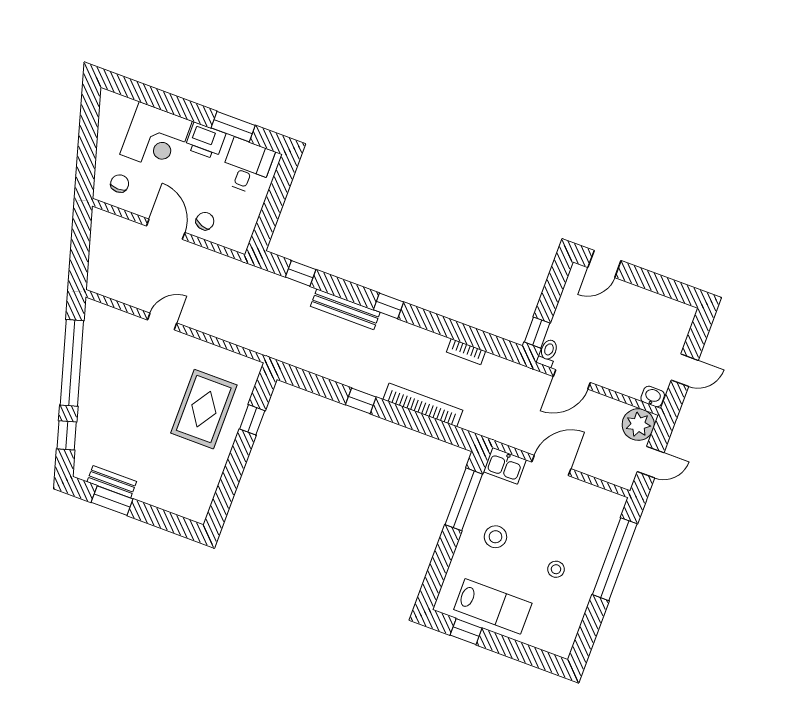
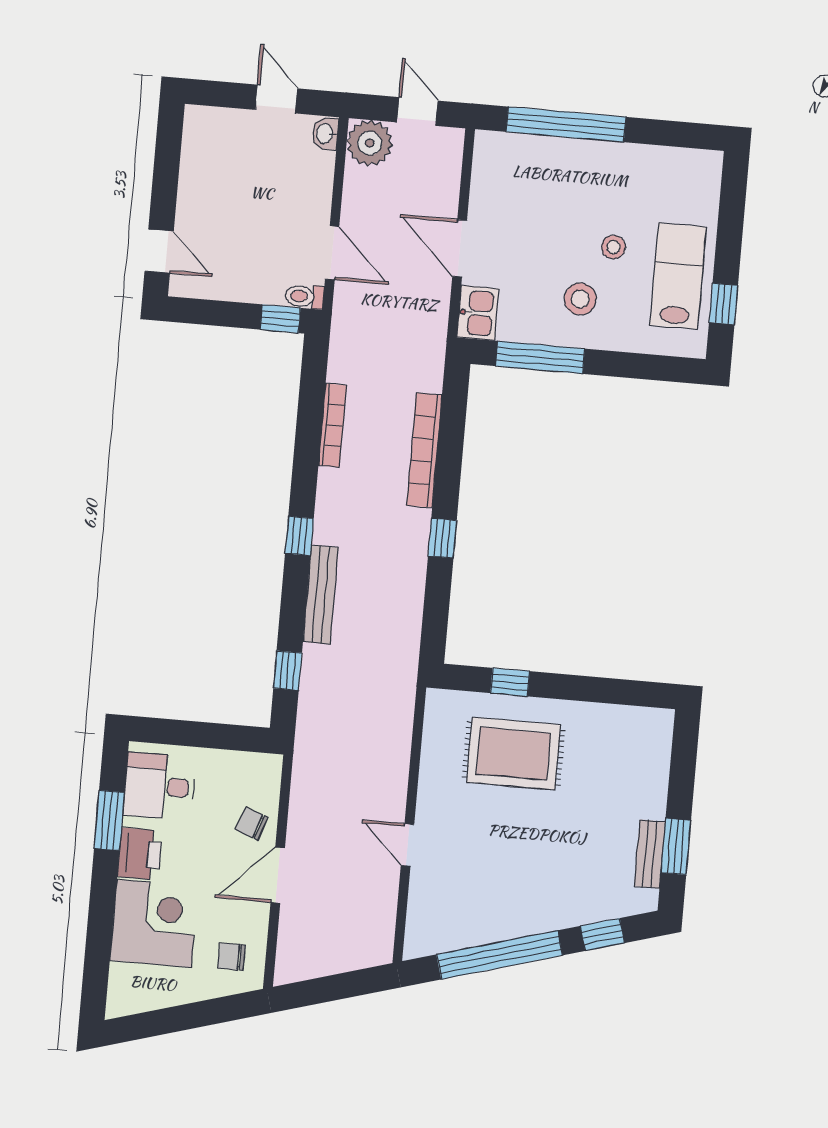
bookcase: (466, 352) -> (332, 425), width x1.56
stool: (556, 569) -> (613, 247), moved

